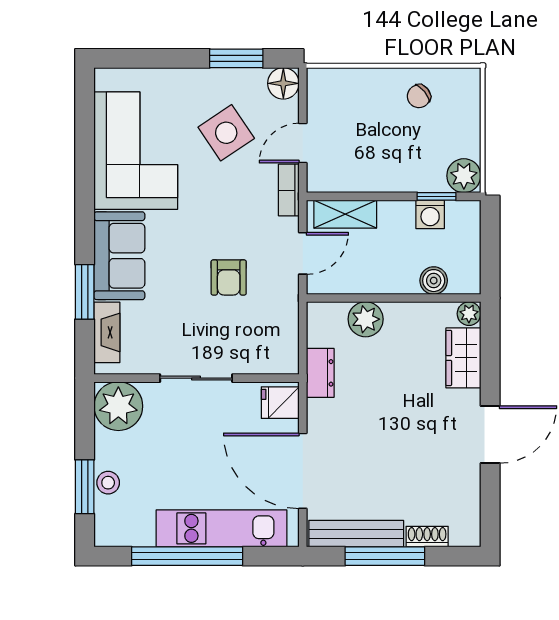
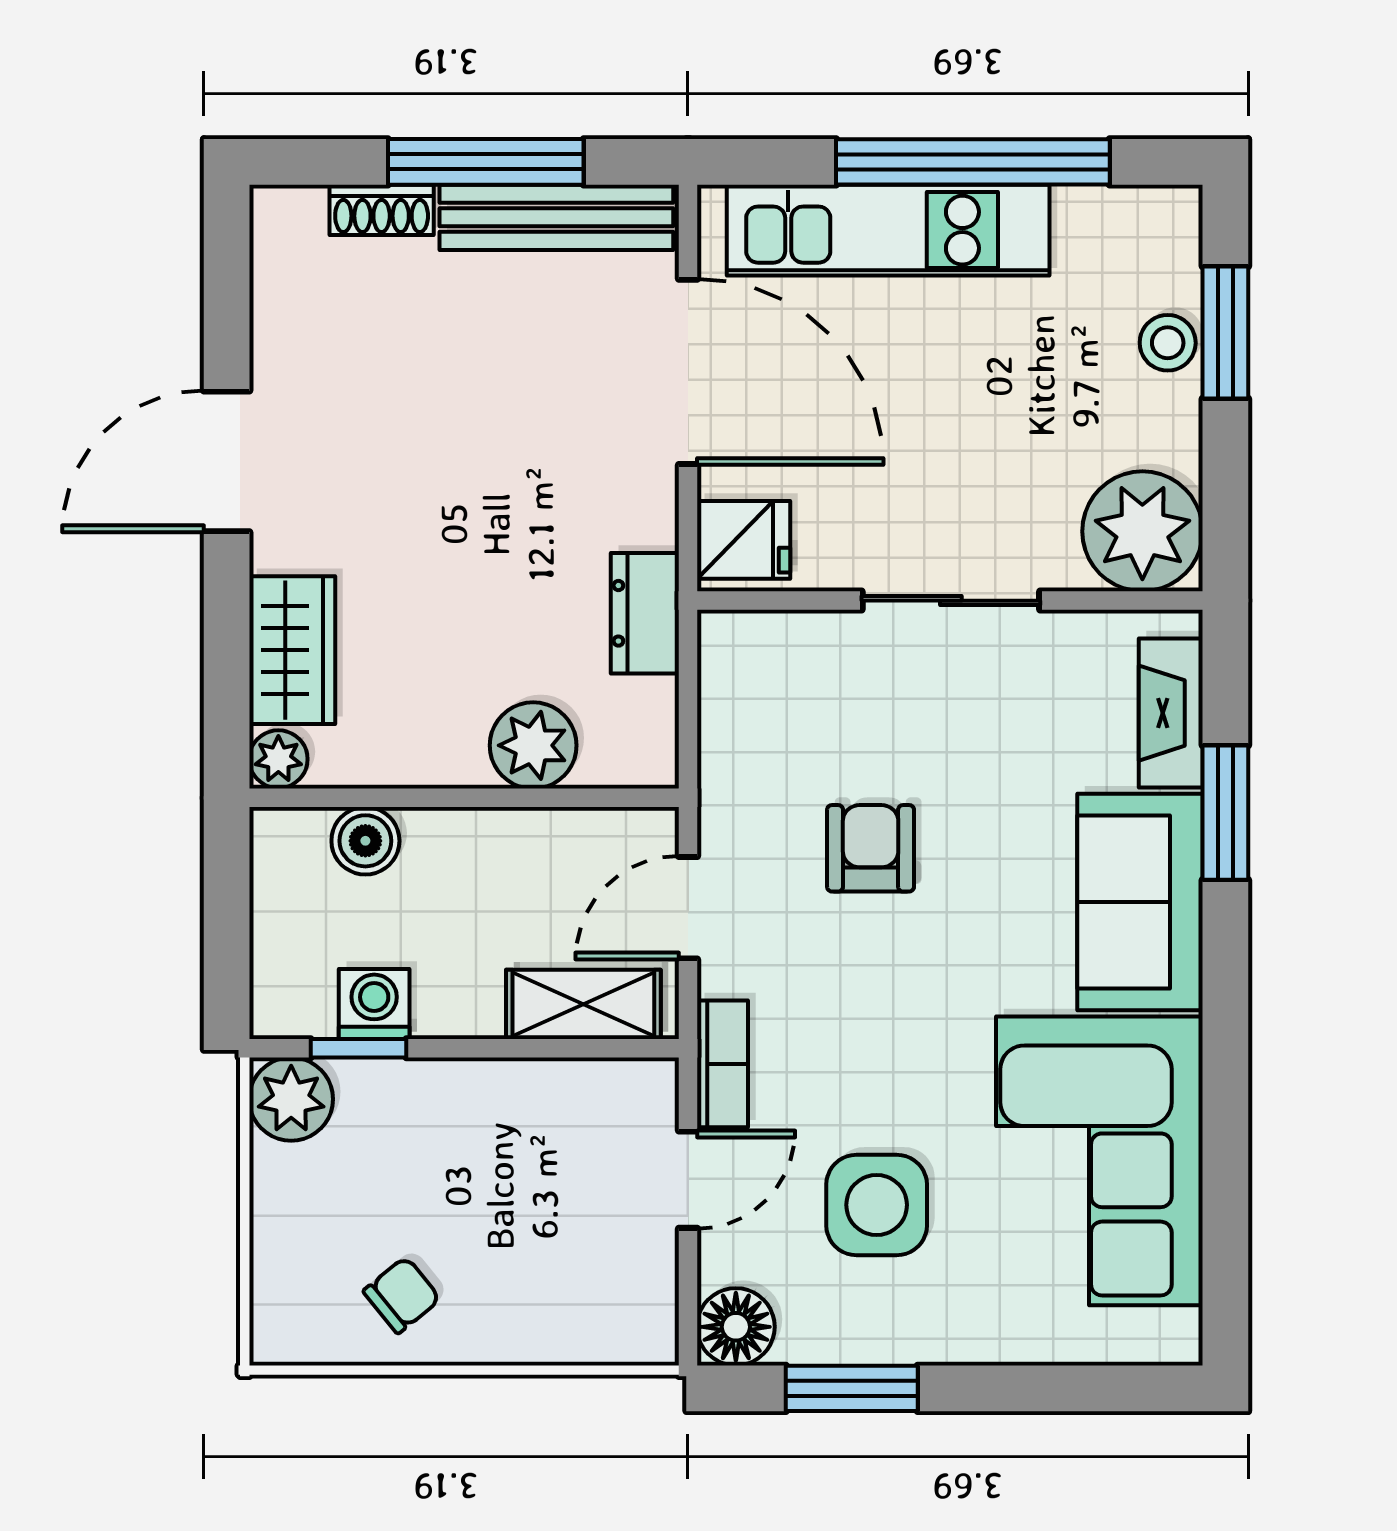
side table: (226, 133) -> (877, 1205), turned 34

